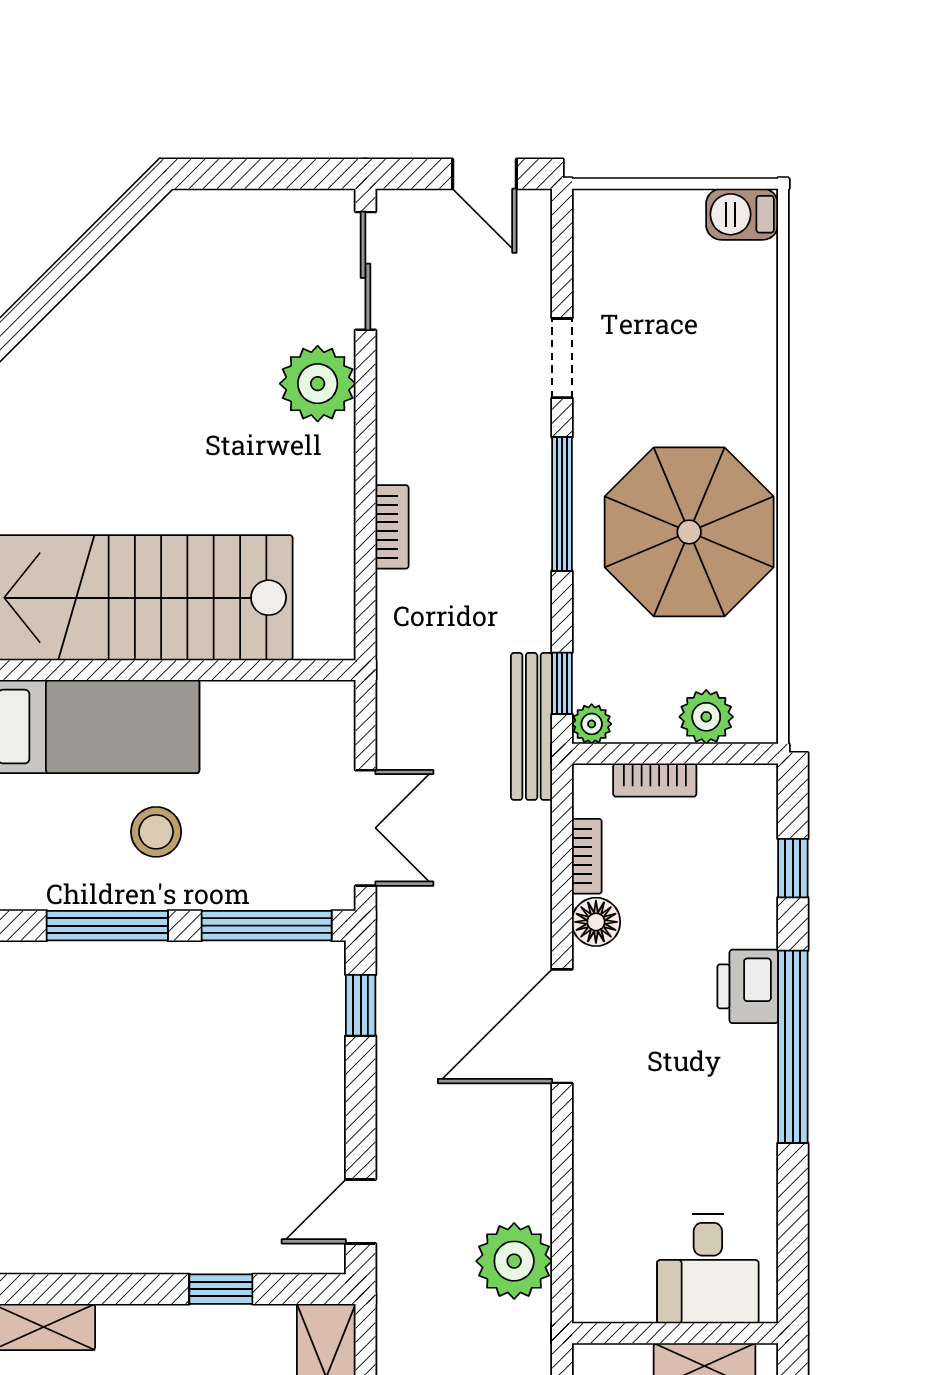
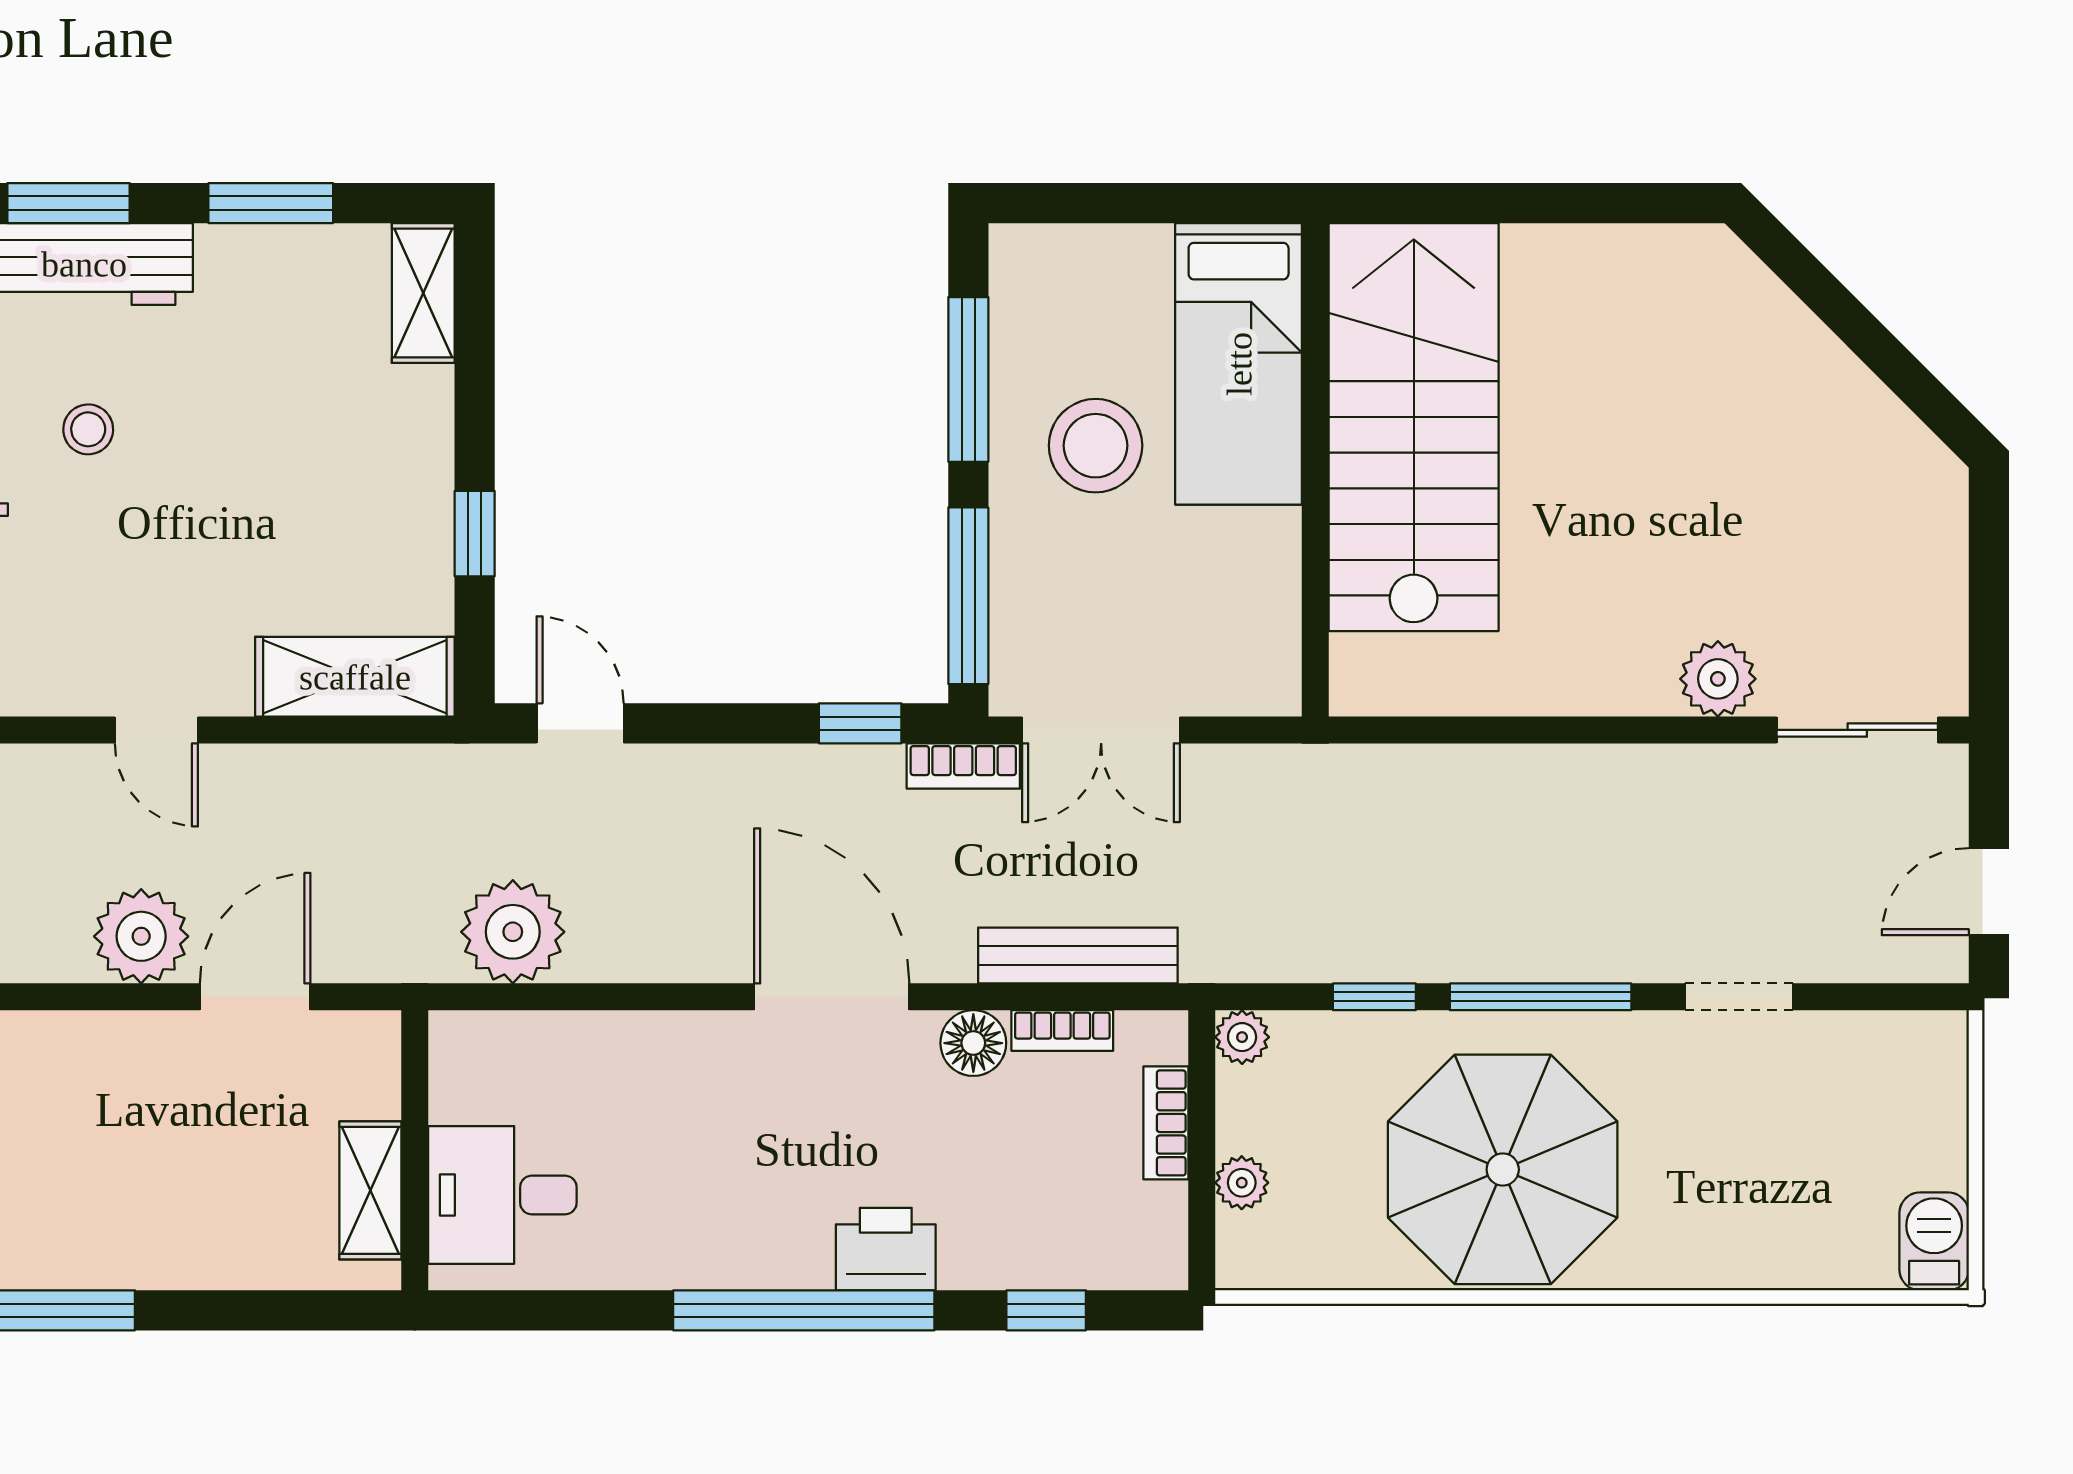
plant: (318, 384) -> (1718, 679), width x0.73, depth x0.73
bookcase: (392, 527) -> (963, 766), moved
window: (562, 683) -> (1374, 997), moved
plant: (706, 717) -> (1242, 1183), width x0.73, depth x0.73
bench: (532, 726) -> (1078, 956), moved
stool: (156, 832) -> (1096, 446), width x1.38, depth x1.38

